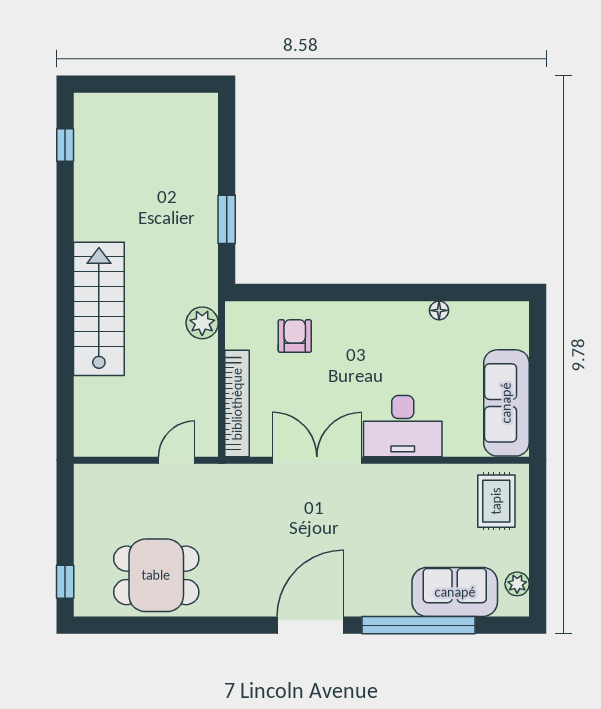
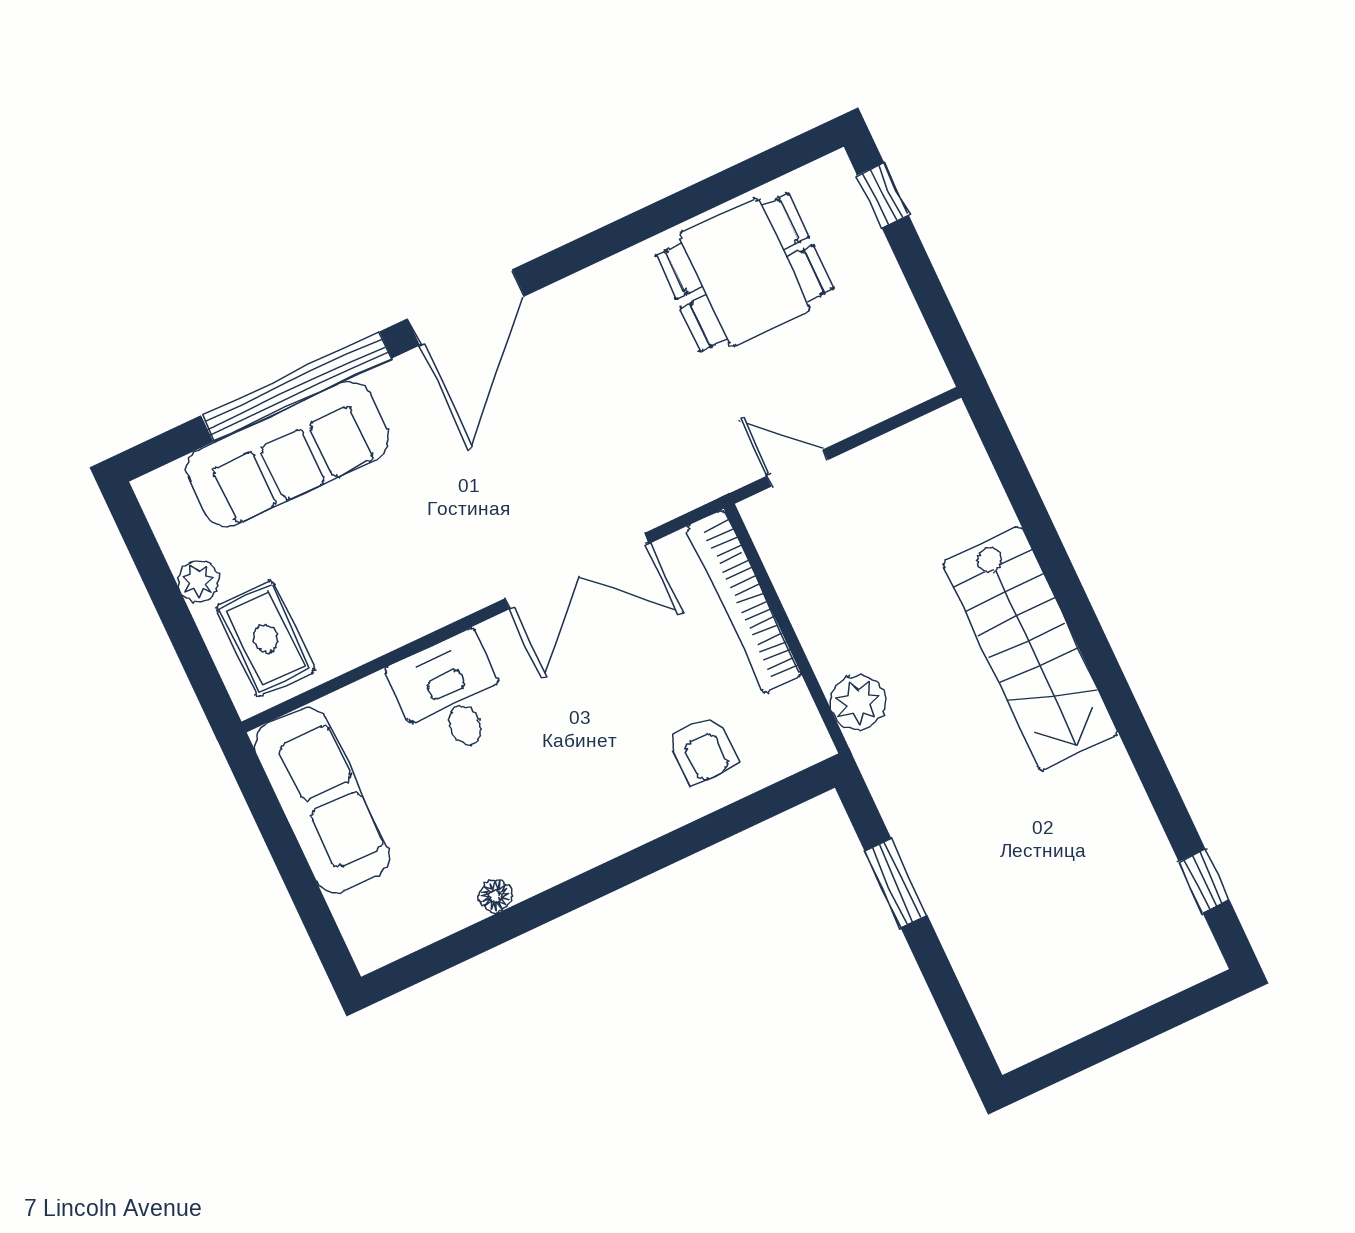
desk: (403, 426) -> (451, 696), width x0.73
door: (177, 460) -> (797, 468), swing flipped
plant: (517, 584) -> (198, 581), moved
sofa: (455, 592) -> (288, 454), width x1.36

